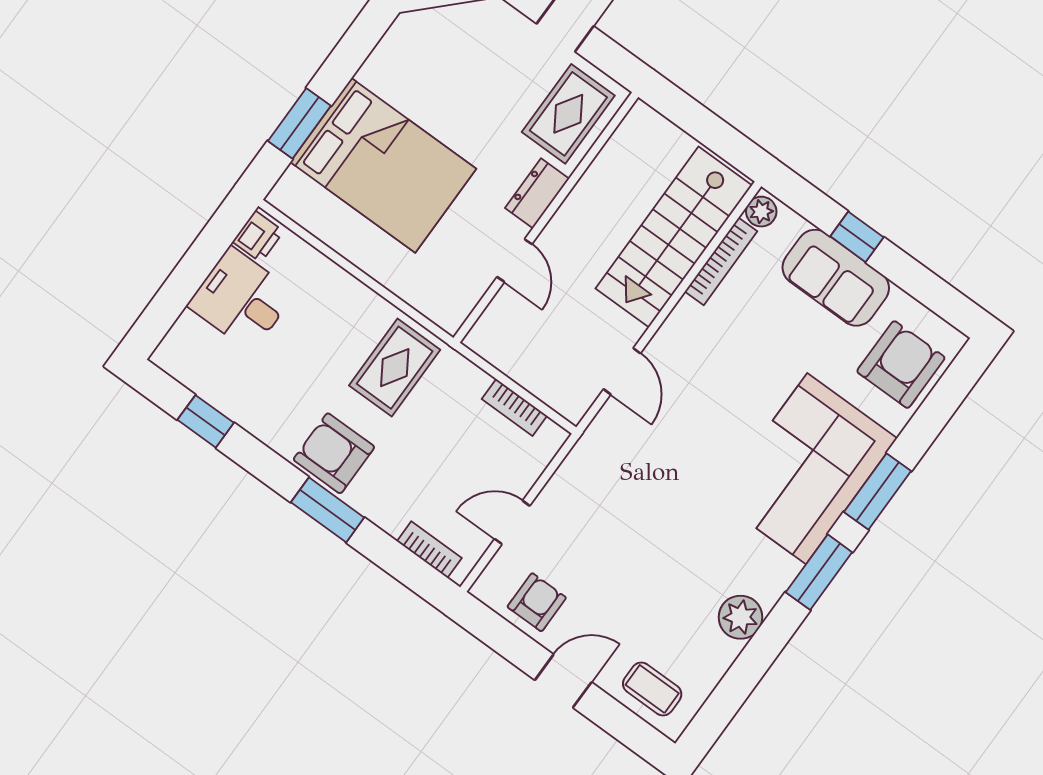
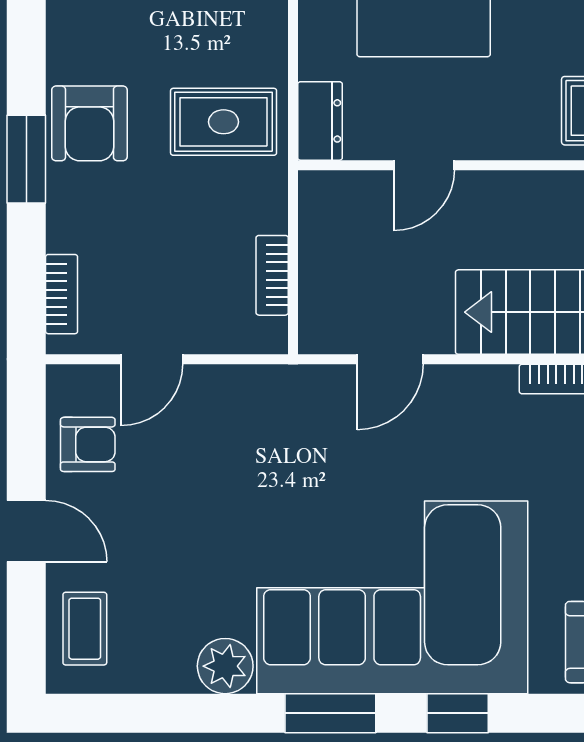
dresser: (537, 193) -> (320, 121), moved, turned 90
armchair: (334, 453) -> (89, 123), turned 180
corner sofa: (807, 469) -> (392, 597), width x1.36, depth x1.36
window: (878, 492) -> (458, 713), width x0.67
door: (512, 522) -> (152, 359), swing flipped

